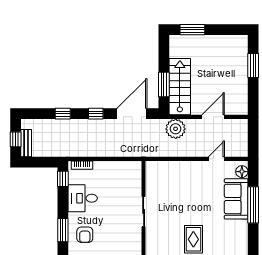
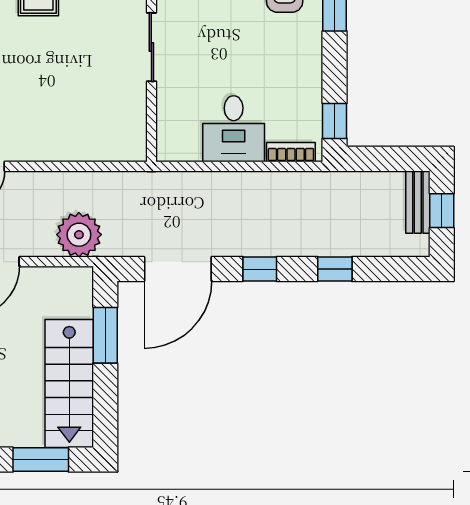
stairs: (180, 87) -> (69, 384), moved
desk: (83, 198) -> (234, 129), moved, turned 90

